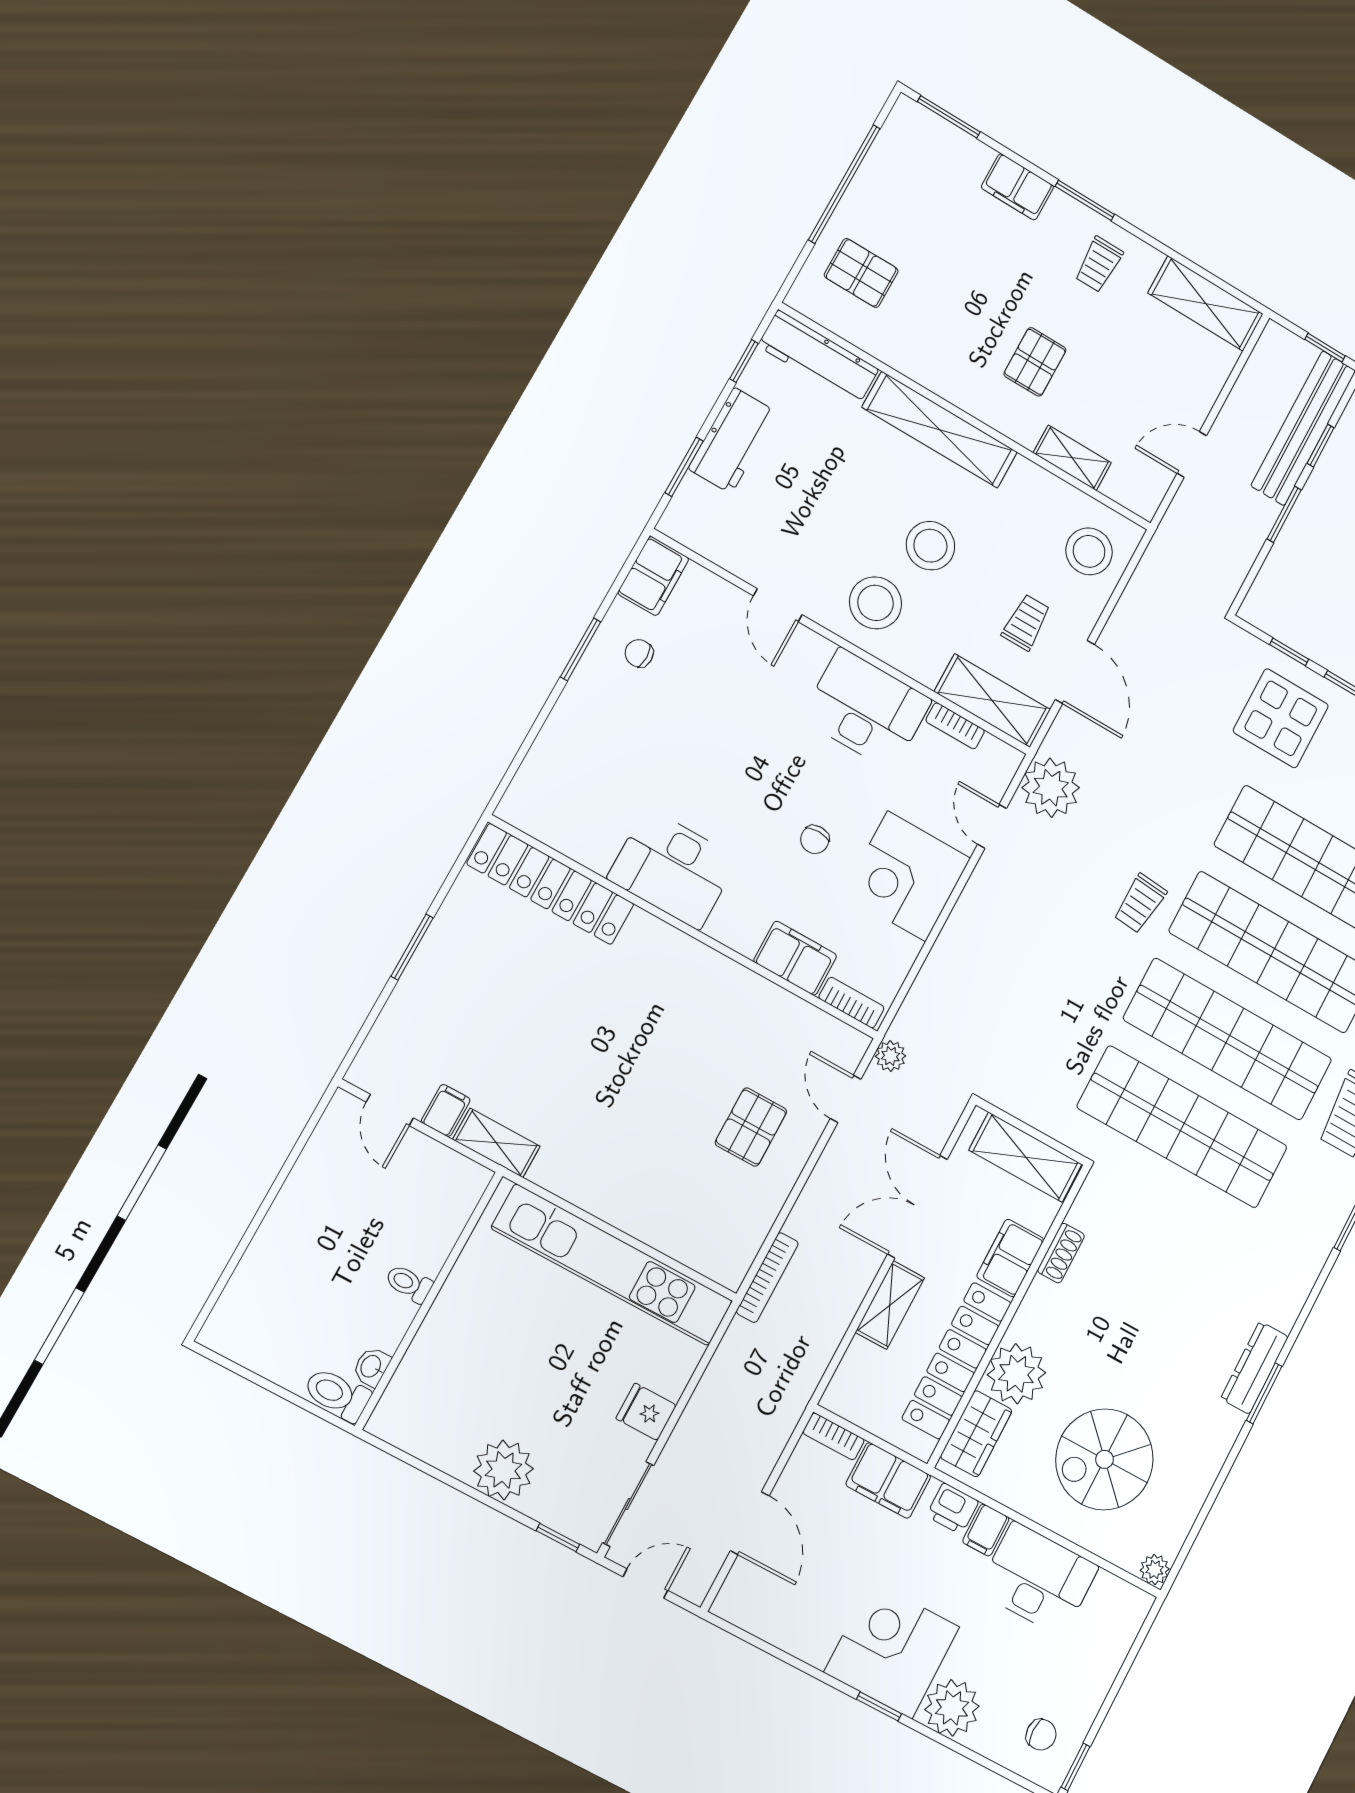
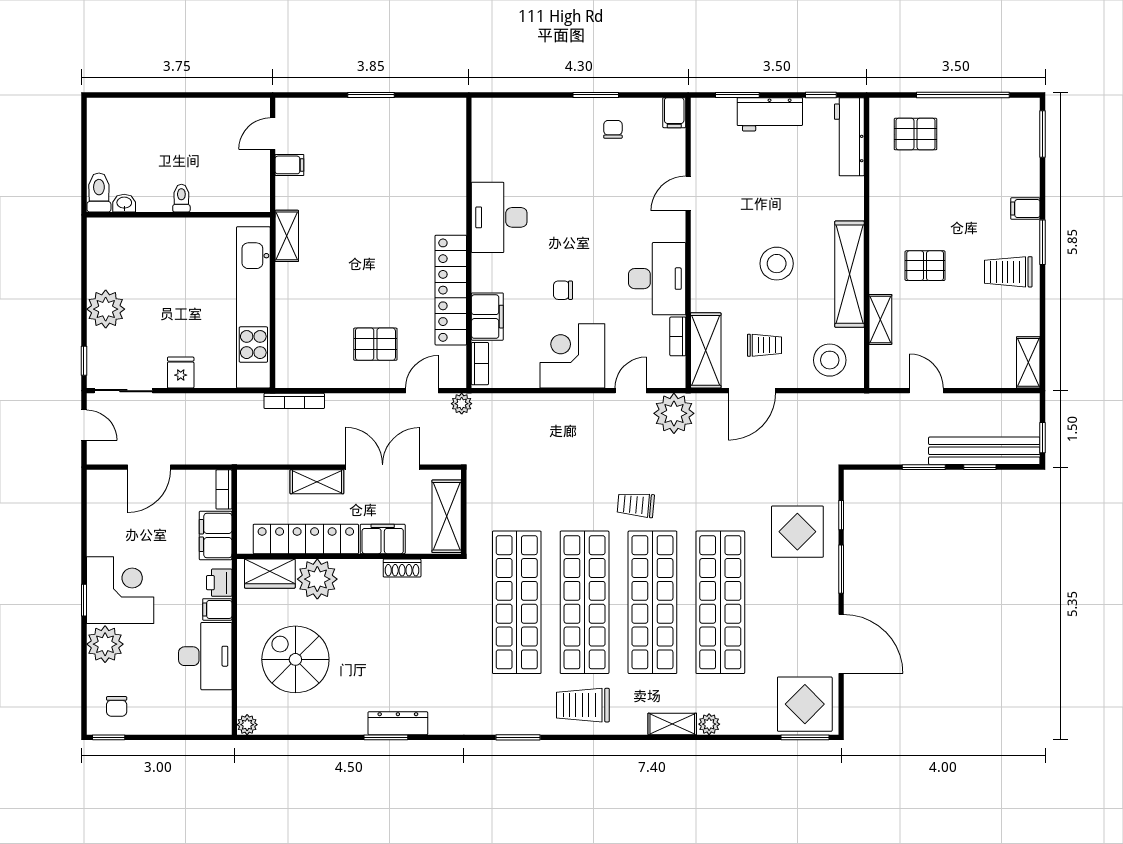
filing cabinet: (1017, 187) -> (1025, 209), width x0.50
trolley: (1099, 264) -> (1008, 272), width x1.36, depth x1.39
pallet: (861, 273) -> (916, 134), turned 90
shelving: (1206, 303) -> (1028, 362), width x0.67, depth x0.75
shelving: (940, 430) -> (849, 274), moved
filing cabinet: (653, 576) -> (674, 113), width x0.50
stool: (876, 603) -> (723, 250), removed
locker: (550, 884) -> (451, 290), moved
shelving: (496, 1143) -> (287, 236), moved

